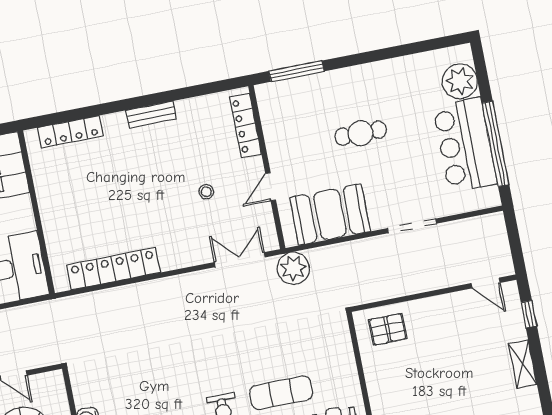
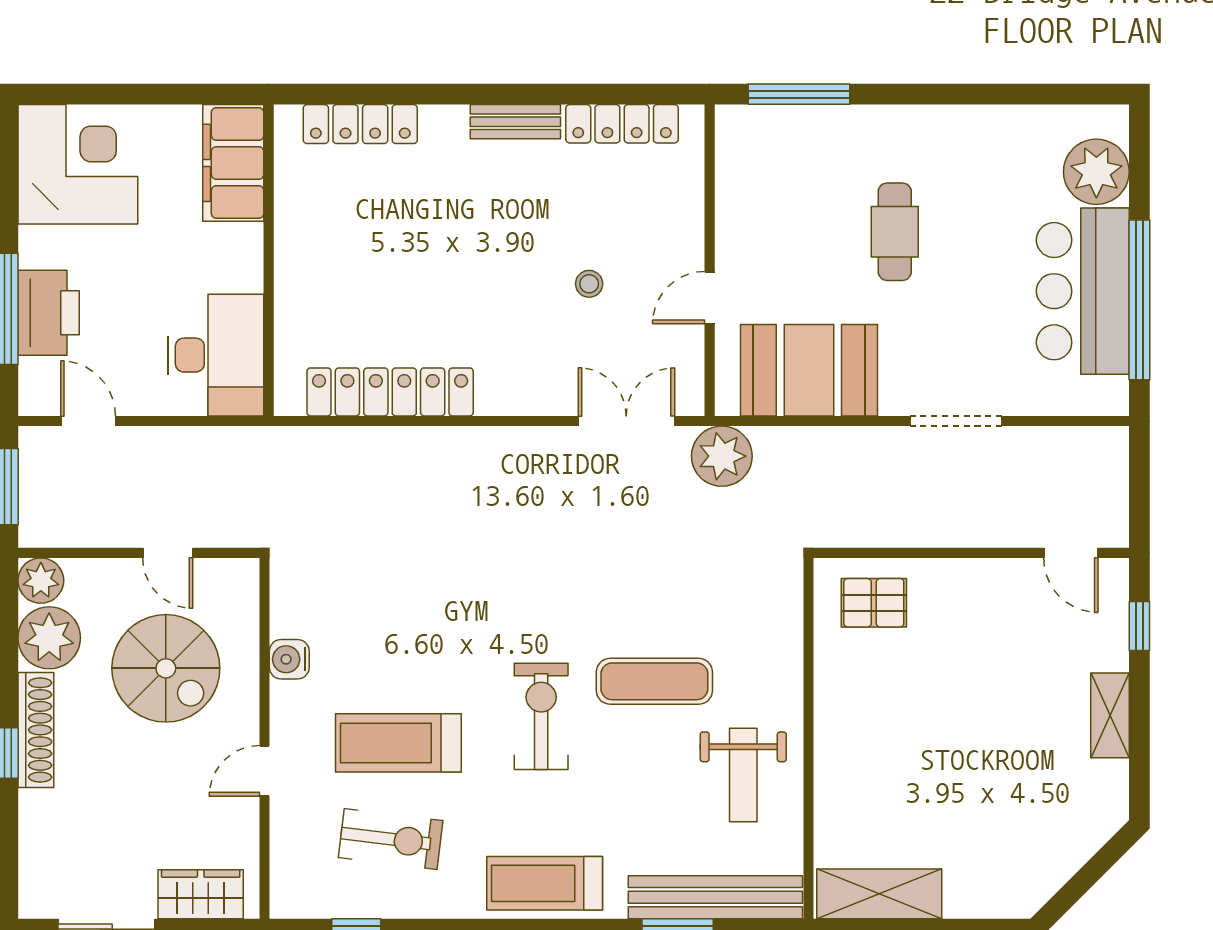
locker: (245, 125) -> (622, 124), moved, turned -90
cafe table: (361, 133) -> (895, 232), turned 90

